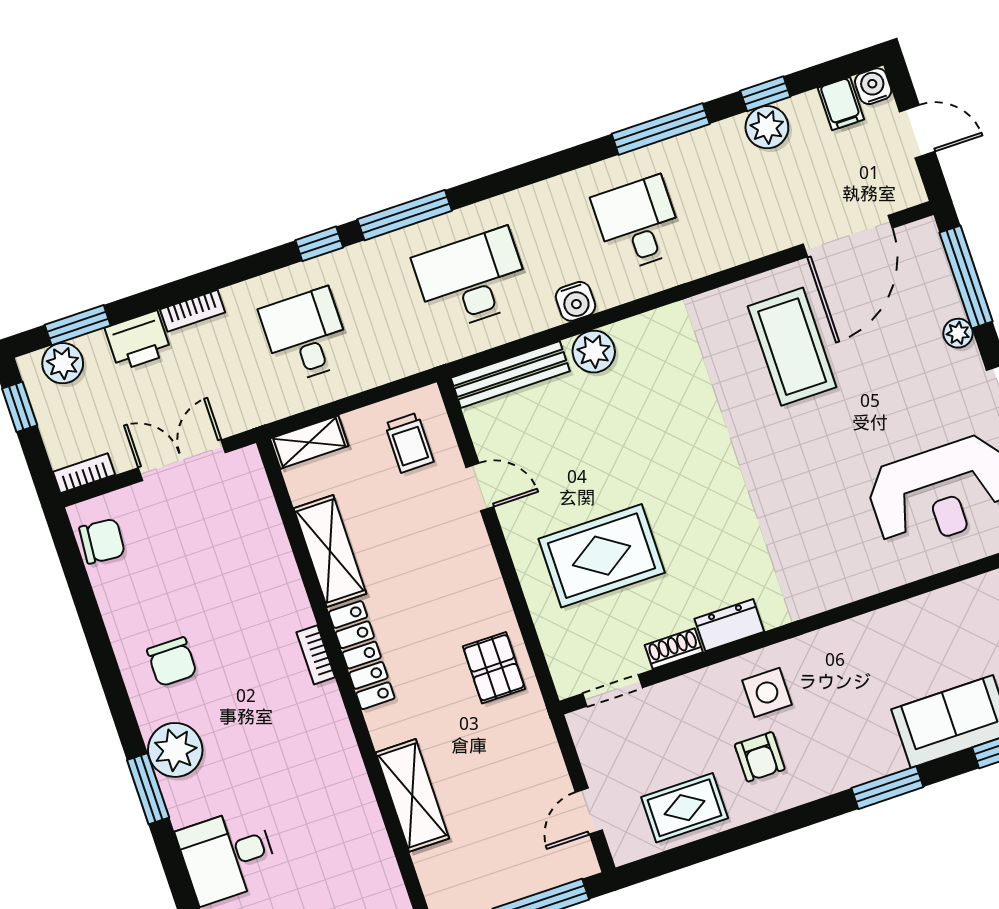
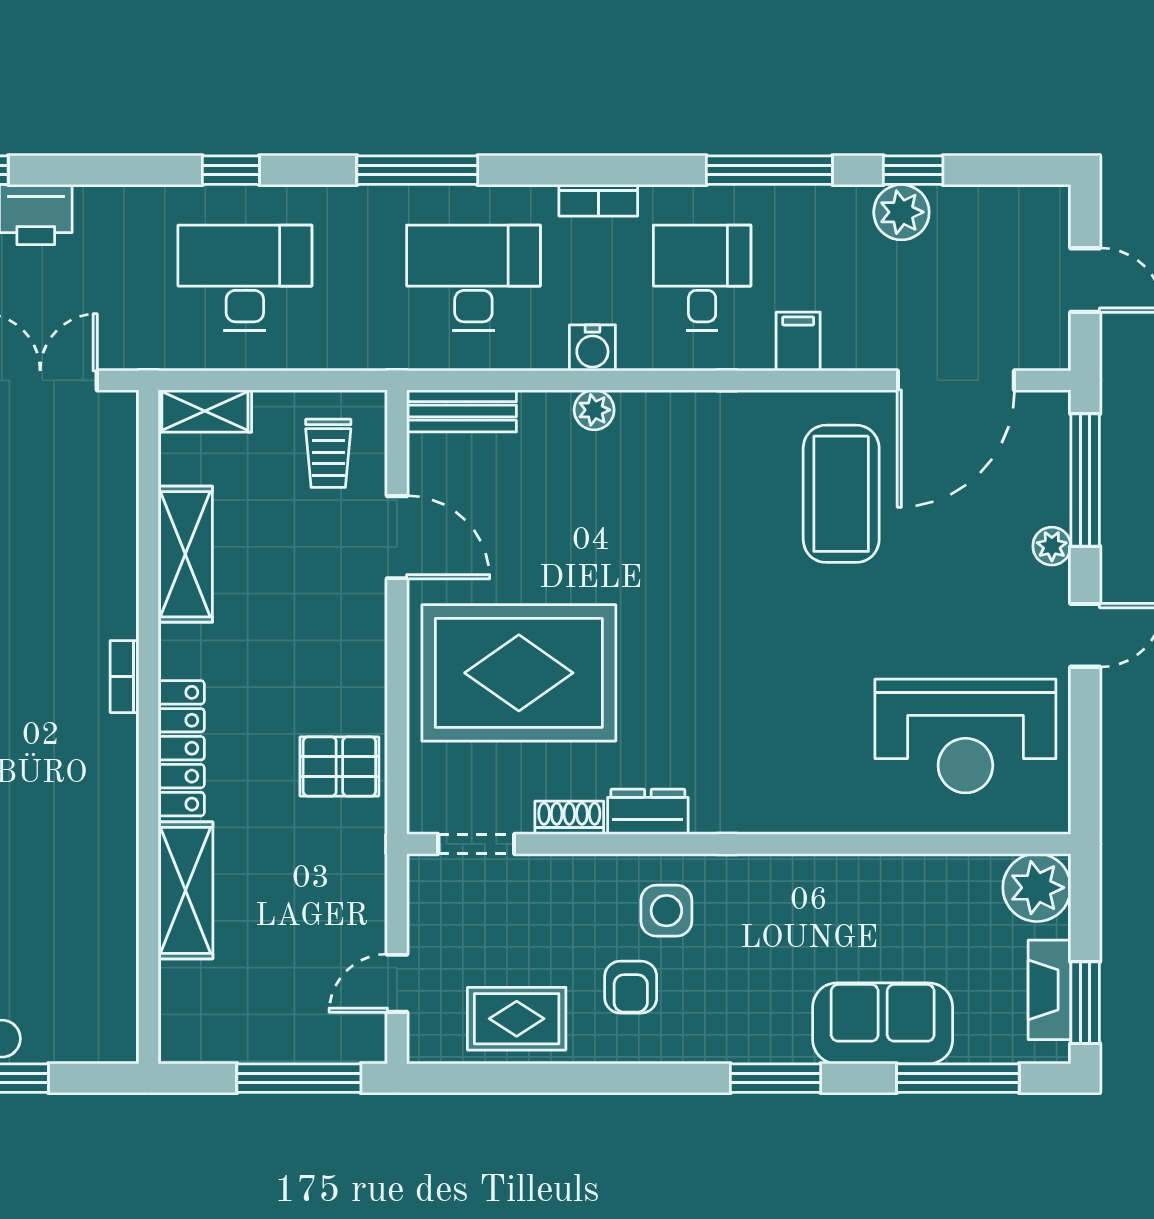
water cooler: (873, 86) -> (1050, 206), removed
filing cabinet: (841, 104) -> (798, 341), moved, turned 180
window: (319, 244) -> (231, 170), moved
bookcase: (193, 311) -> (598, 200), moved
desk: (306, 335) -> (245, 278), width x1.37
plant: (594, 352) -> (594, 410), width x0.73, depth x0.73
bench: (510, 374) -> (461, 411), width x0.73
door: (480, 487) -> (397, 537), width x1.38
rug: (602, 556) -> (519, 673), width x1.37, depth x1.44
locker: (362, 655) -> (181, 748), moved
pallet: (494, 668) -> (339, 766), turned 90

